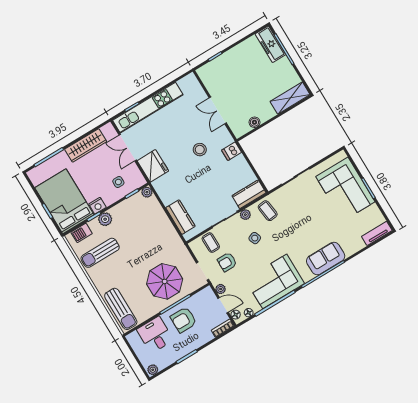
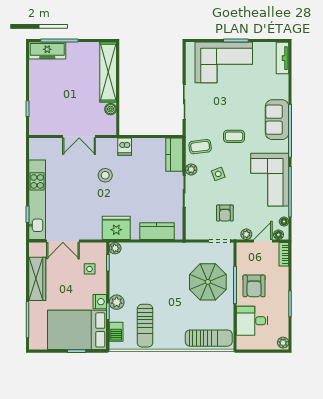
shelving: (290, 98) -> (108, 72), width x1.47
fridge: (153, 166) -> (116, 228), moved
coffee table: (211, 243) -> (234, 136), moved

